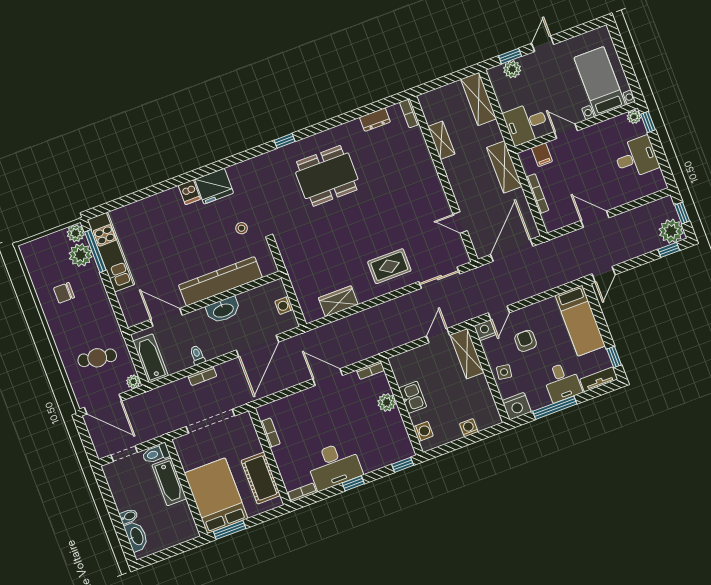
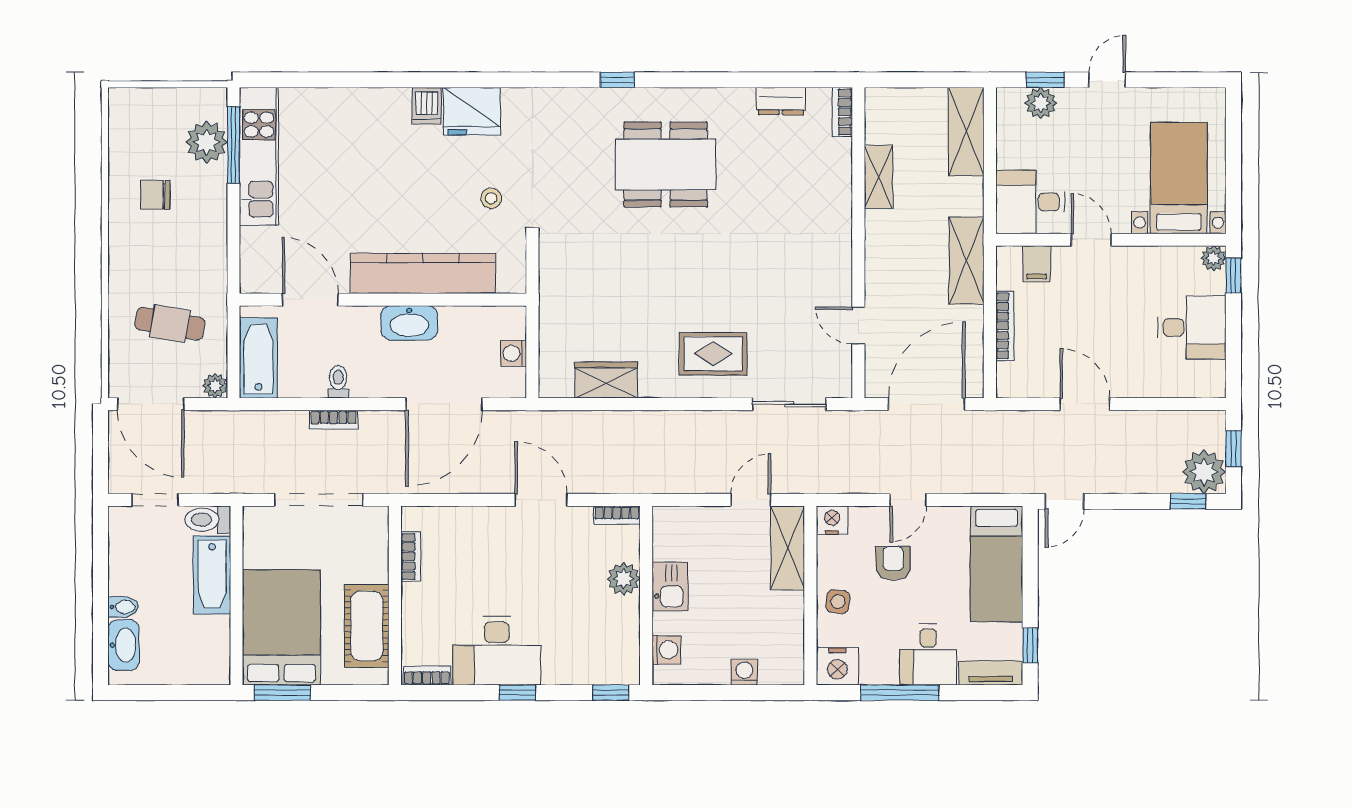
plant: (76, 233) -> (212, 103), removed
door: (499, 313) -> (908, 500), moved

